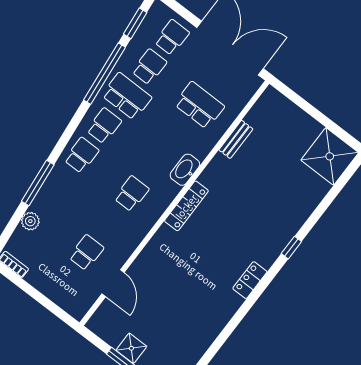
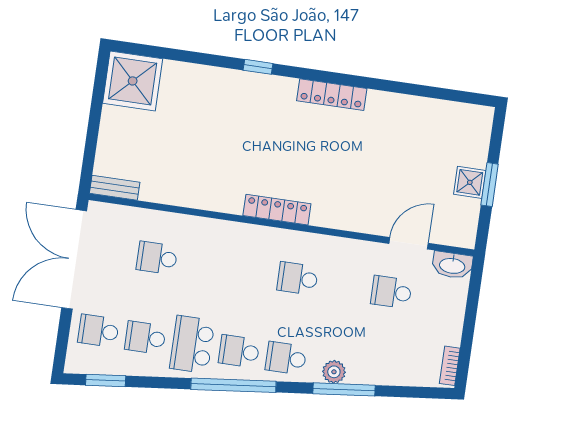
window: (104, 74) -> (233, 385), moved
school desk: (199, 105) -> (157, 258), width x0.54
bench: (236, 139) -> (115, 188), moved
washbasin: (185, 170) -> (452, 265), moved
plant: (30, 221) -> (334, 372), moved
locker: (250, 280) -> (332, 95), width x1.53

